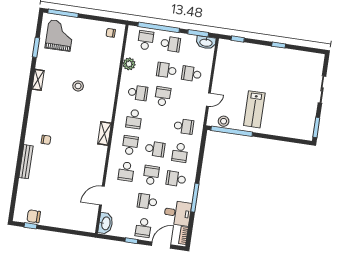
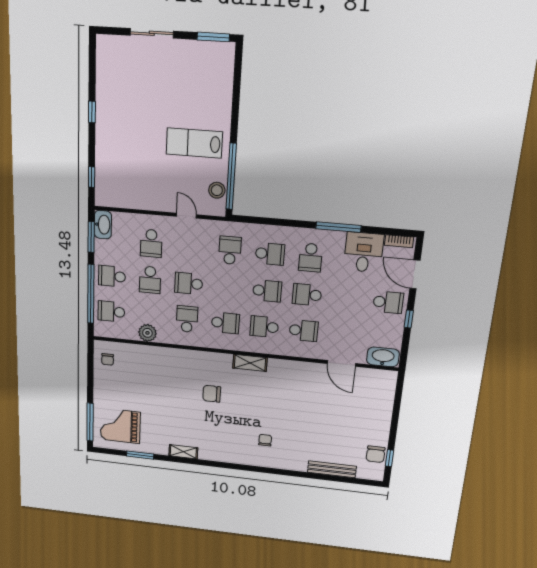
school desk: (170, 44) -> (112, 276), turned -90
stool: (78, 86) -> (186, 400), removed
chair: (83, 105) -> (212, 394), added
lab bench: (254, 109) -> (194, 143), turned 180
school desk: (155, 149) -> (267, 291), turned 90
bench: (26, 162) -> (332, 469), moved
school desk: (147, 201) -> (347, 298), removed

